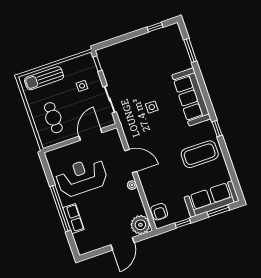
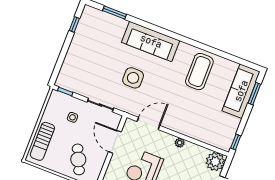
side table: (152, 107) -> (133, 78), width x1.87, depth x1.87
cafe table: (53, 118) -> (78, 159), turned 65
window: (217, 129) -> (191, 42), removed
door: (131, 161) -> (148, 124), moved
armchair: (159, 212) -> (217, 139), removed
window: (183, 223) -> (236, 142), moved

